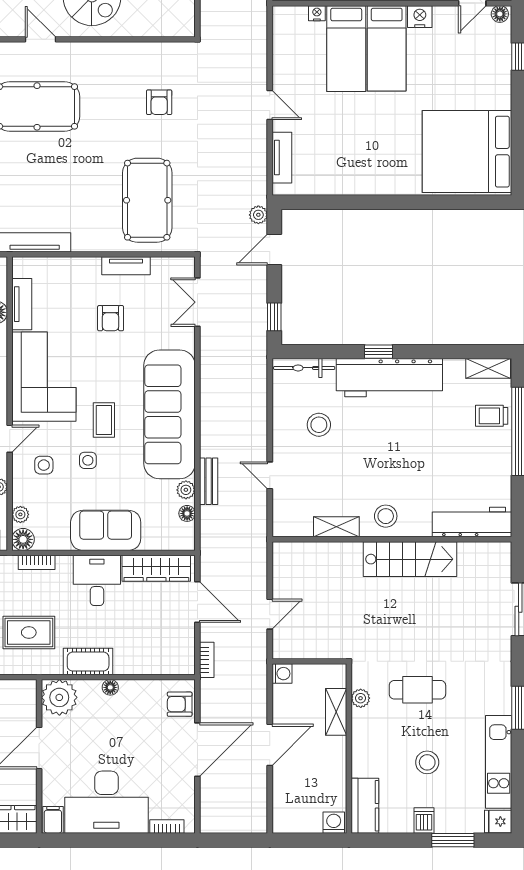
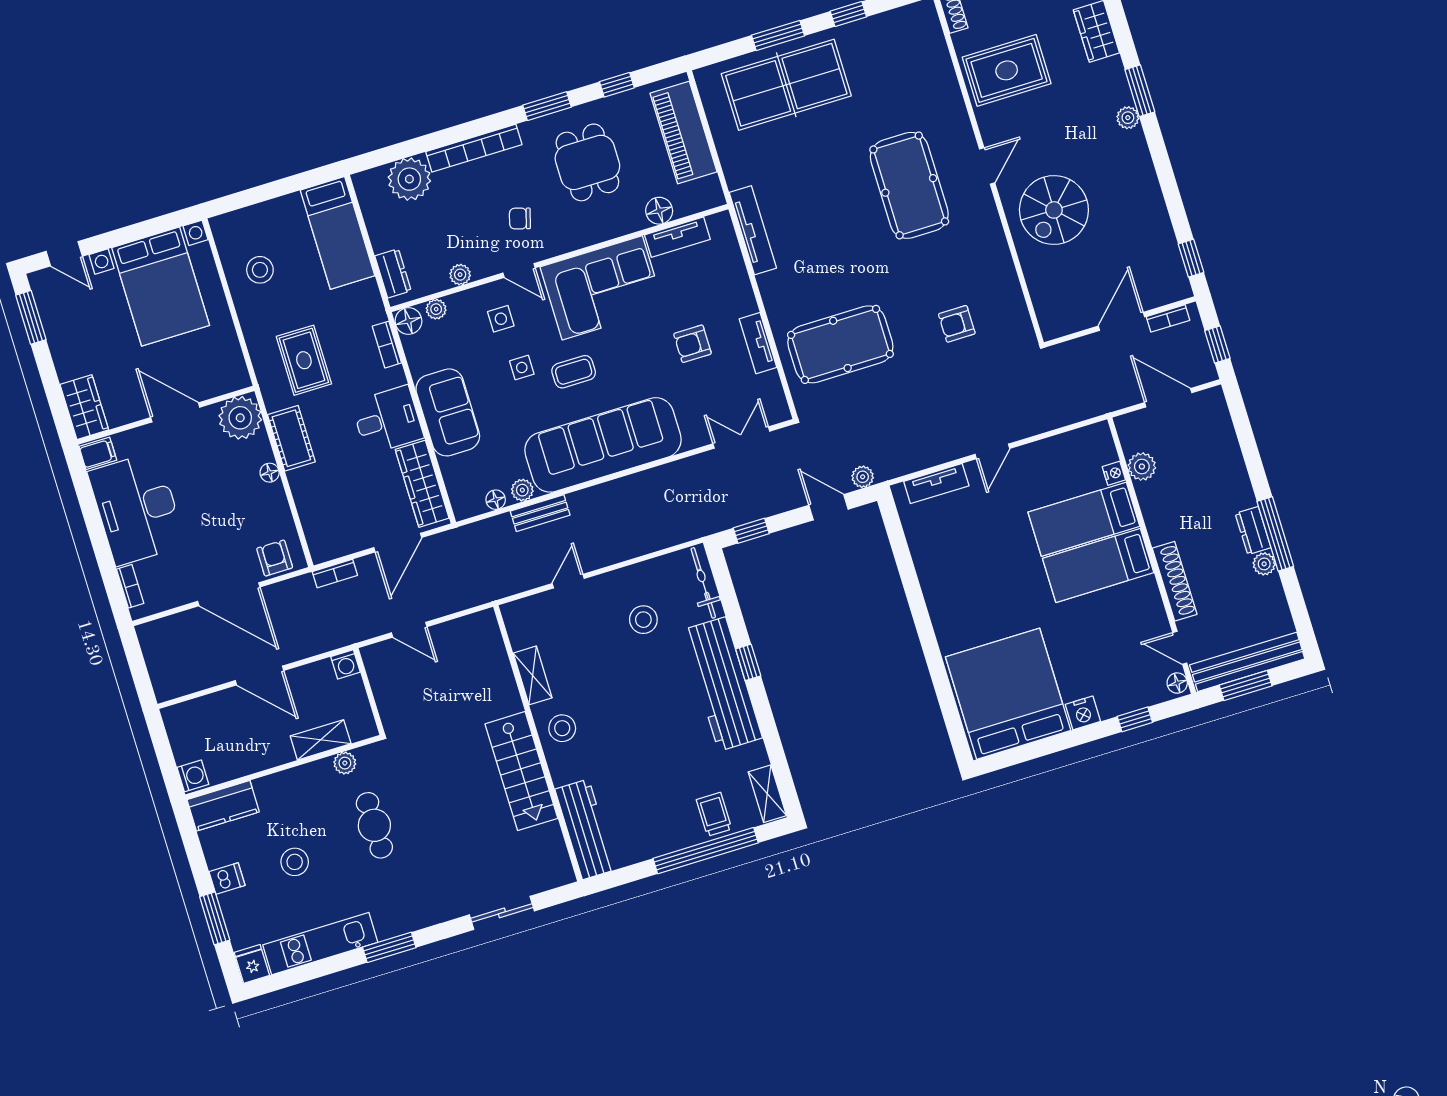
nightstand: (420, 17) -> (1083, 713), moved, turned 90

